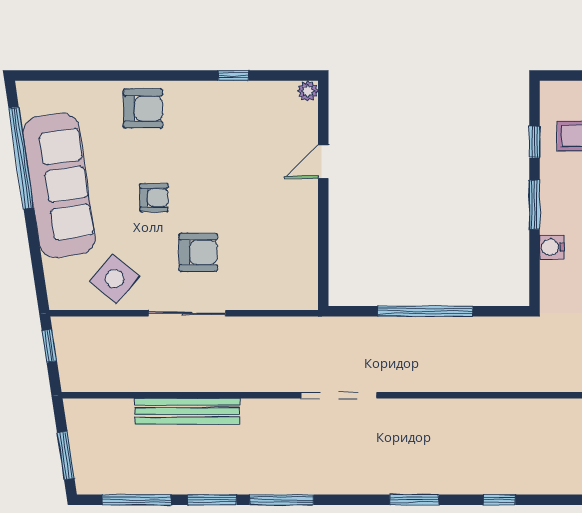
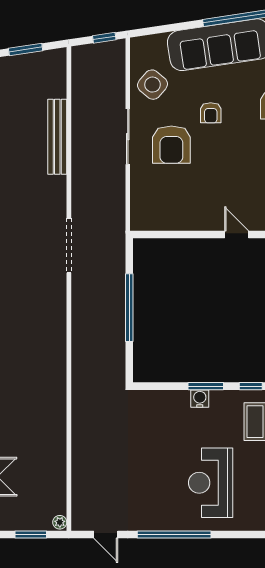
water cooler: (552, 247) -> (200, 399), moved
armchair: (198, 252) -> (171, 145), width x1.36, depth x1.36

